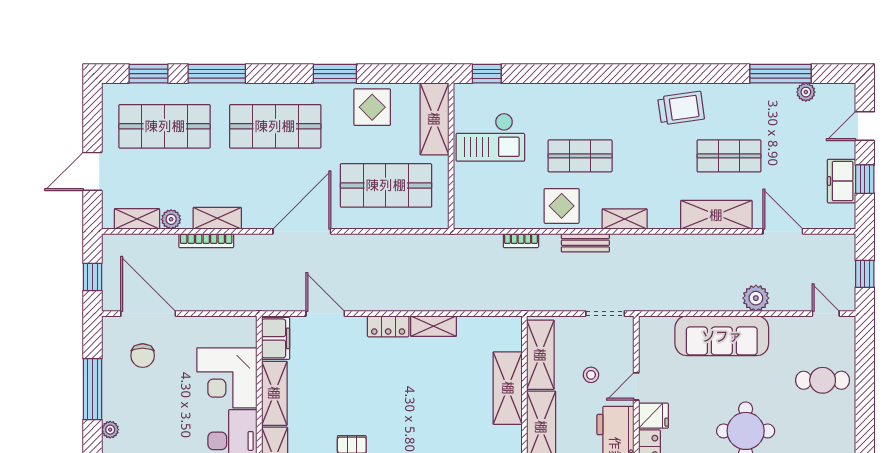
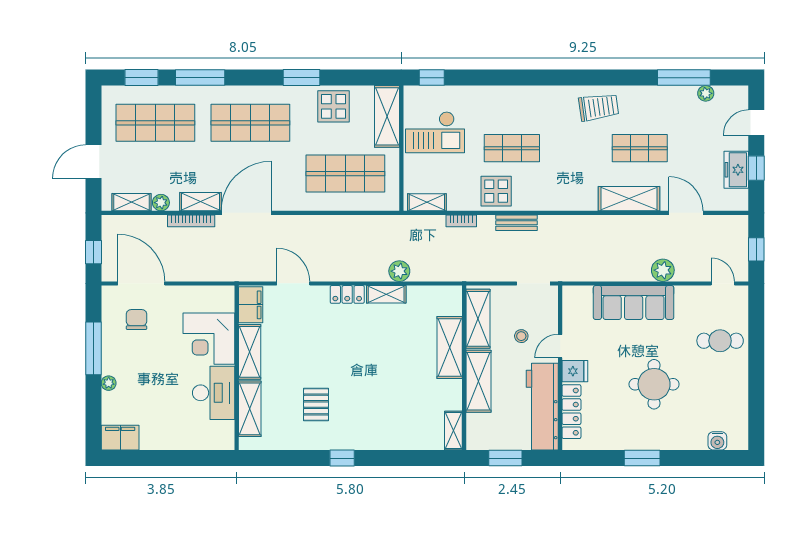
shelving: (625, 219) -> (427, 202), moved
door: (302, 231) -> (246, 213), moved
plant: (449, 299) -> (399, 271), added
chair: (143, 356) -> (136, 320), turned 180

